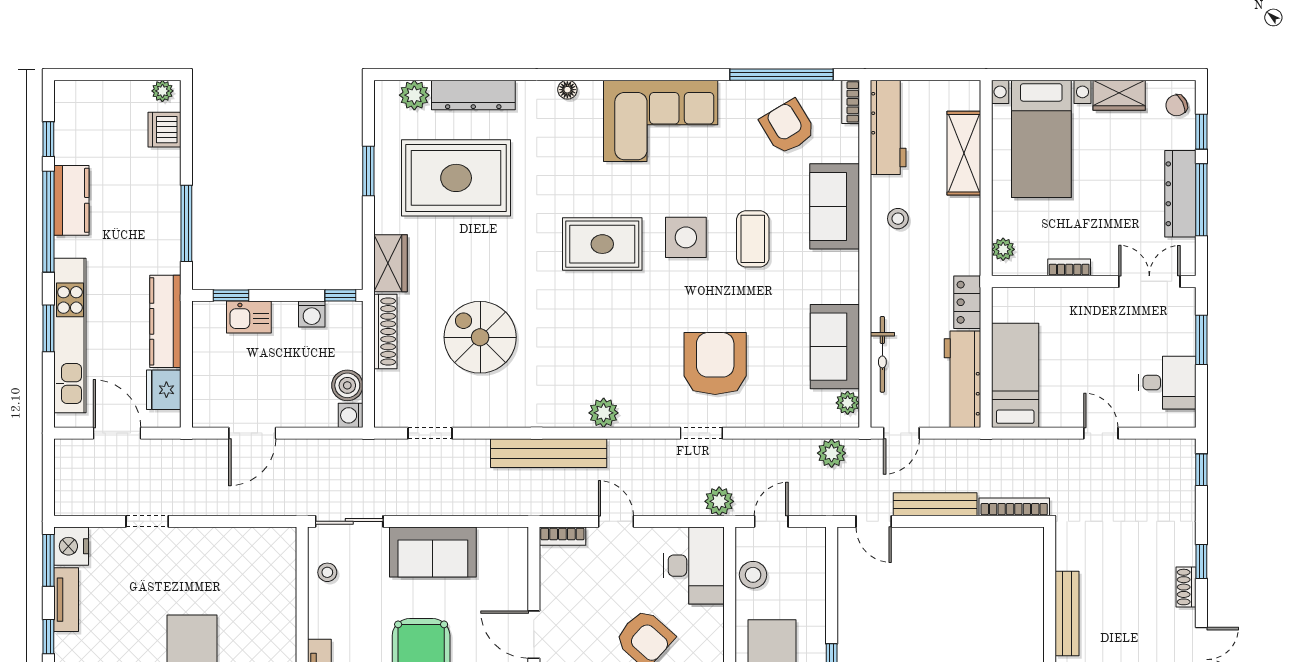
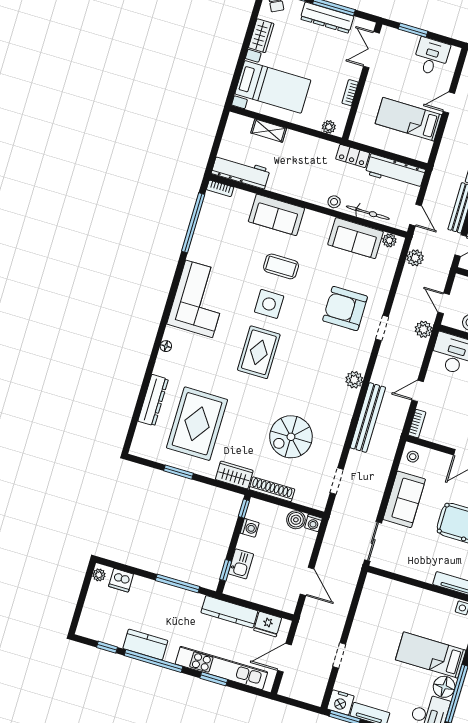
plant: (414, 95) -> (143, 433), removed
armchair: (788, 127) -> (224, 228), removed
shelving: (964, 153) -> (269, 131), width x0.67, depth x0.75
stool: (898, 219) -> (334, 202), moved
bed: (1015, 375) -> (408, 119), moved
stool: (327, 572) -> (413, 457), moved

